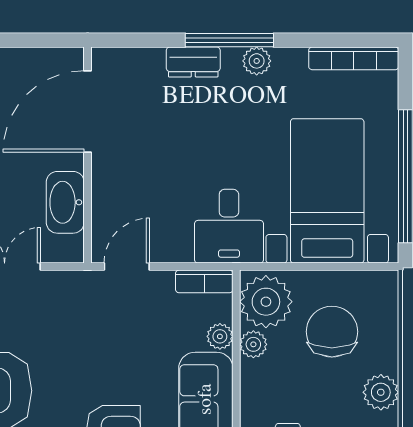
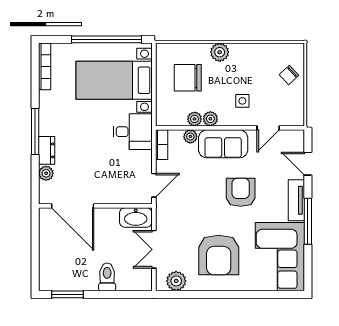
plant: (257, 61) -> (46, 173), moved
washbasin: (65, 202) -> (136, 217), moved
door: (127, 267) -> (154, 185), swing flipped
plant: (266, 302) -> (210, 119), moved, width x0.53, depth x0.53

